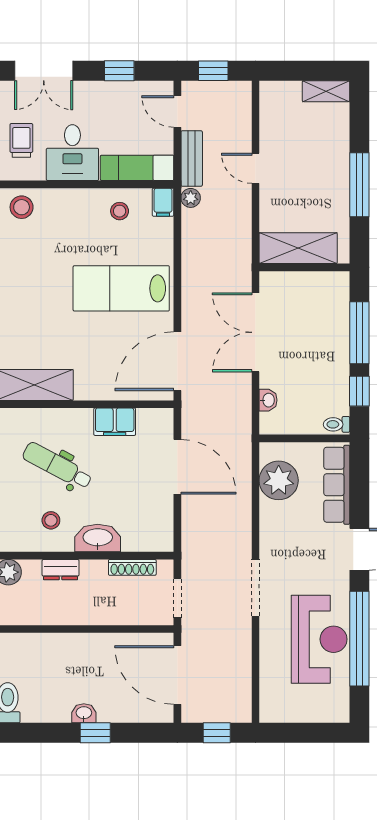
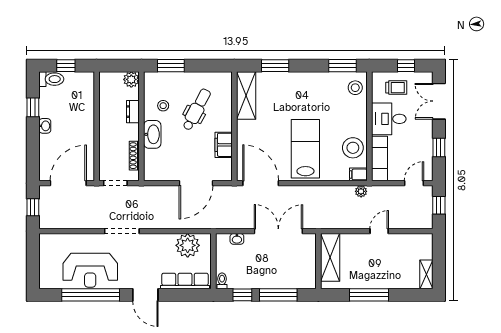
bench: (192, 158) -> (385, 192), removed
stool: (120, 211) -> (353, 148), width x1.89, depth x1.89
window: (95, 733) -> (33, 107), moved

